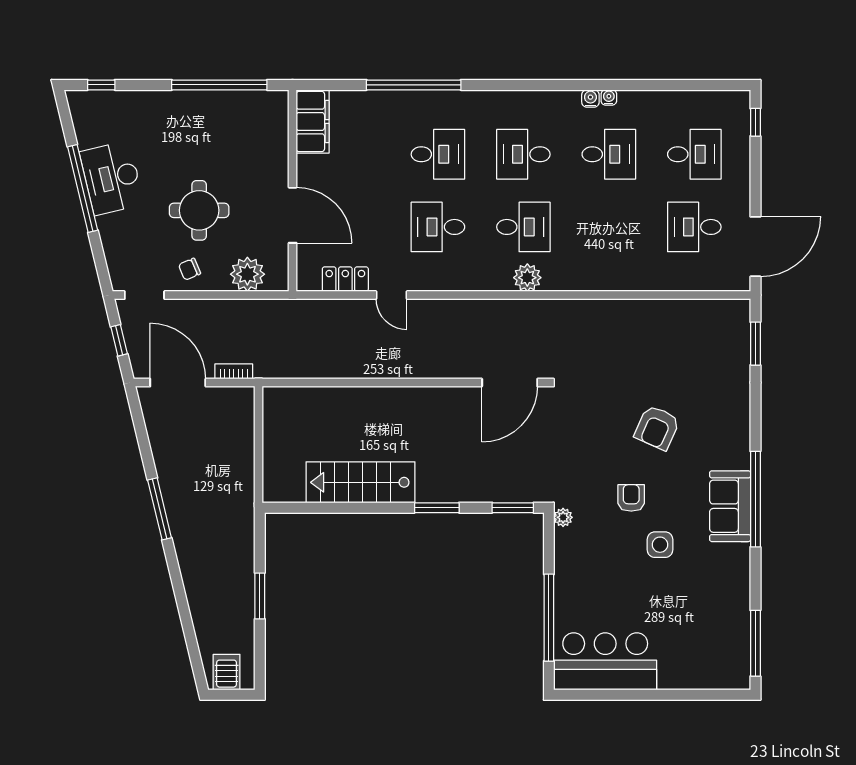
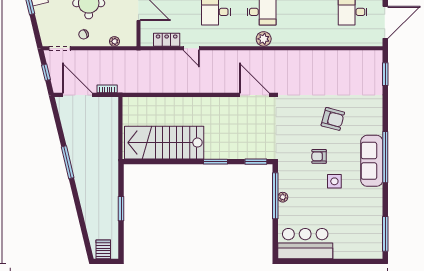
plant: (247, 274) -> (114, 41), width x0.53, depth x0.53
door: (510, 383) -> (254, 95), swing flipped
armchair: (657, 428) -> (333, 119), turned -99
stairs: (361, 482) -> (164, 143), width x1.36, depth x1.51
armchair: (631, 498) -> (319, 156), turned -90
sofa: (730, 506) -> (372, 161), width x1.36
plant: (563, 517) -> (283, 197), moved
window: (549, 618) -> (275, 196), moved

